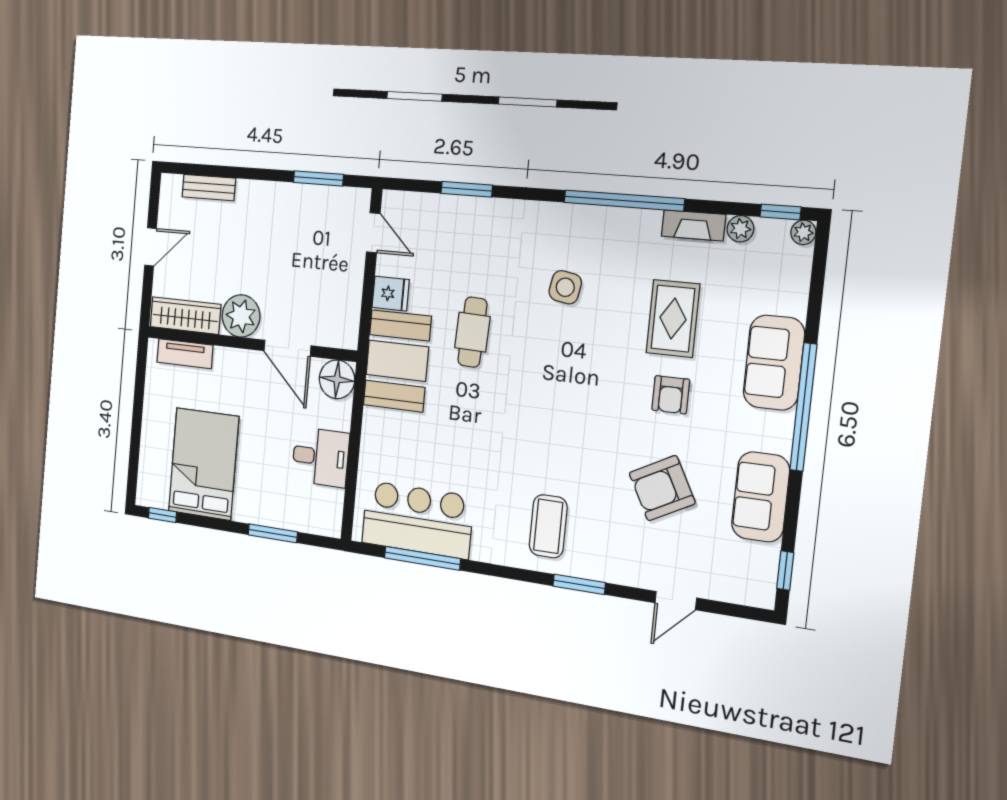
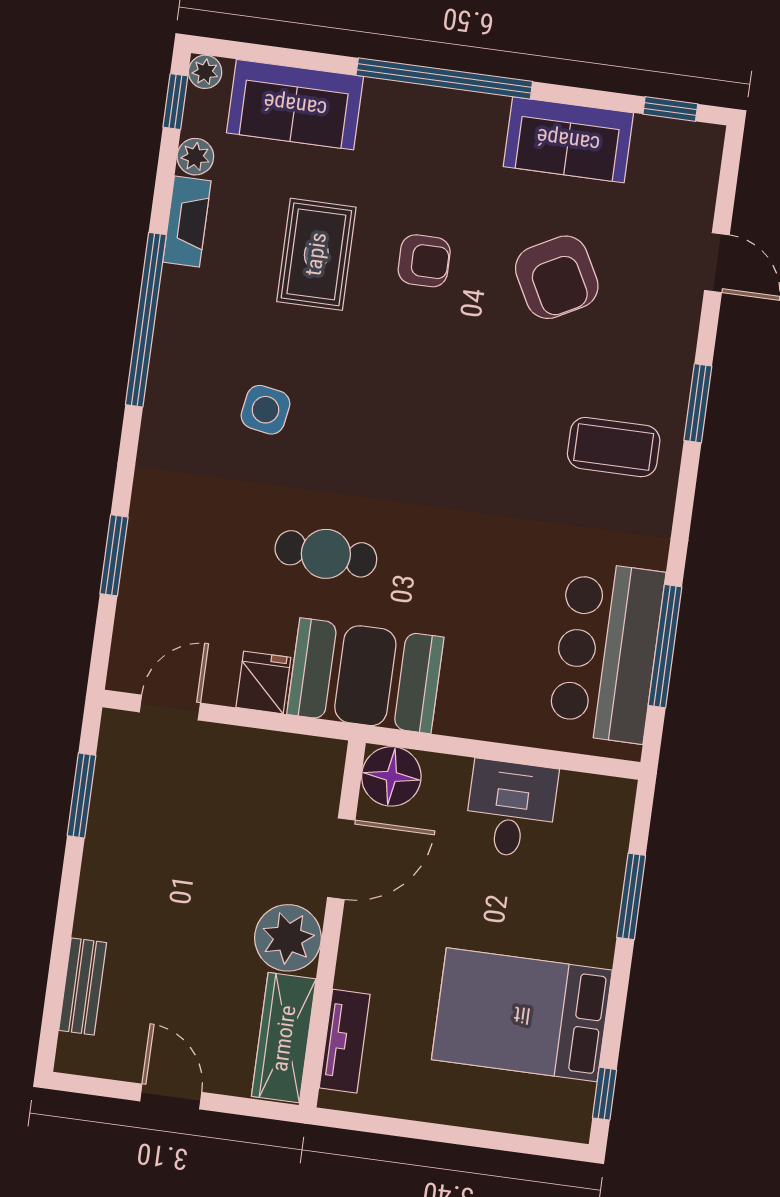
rug: (673, 319) -> (316, 254), turned 90
sofa: (774, 363) -> (295, 105), moved

